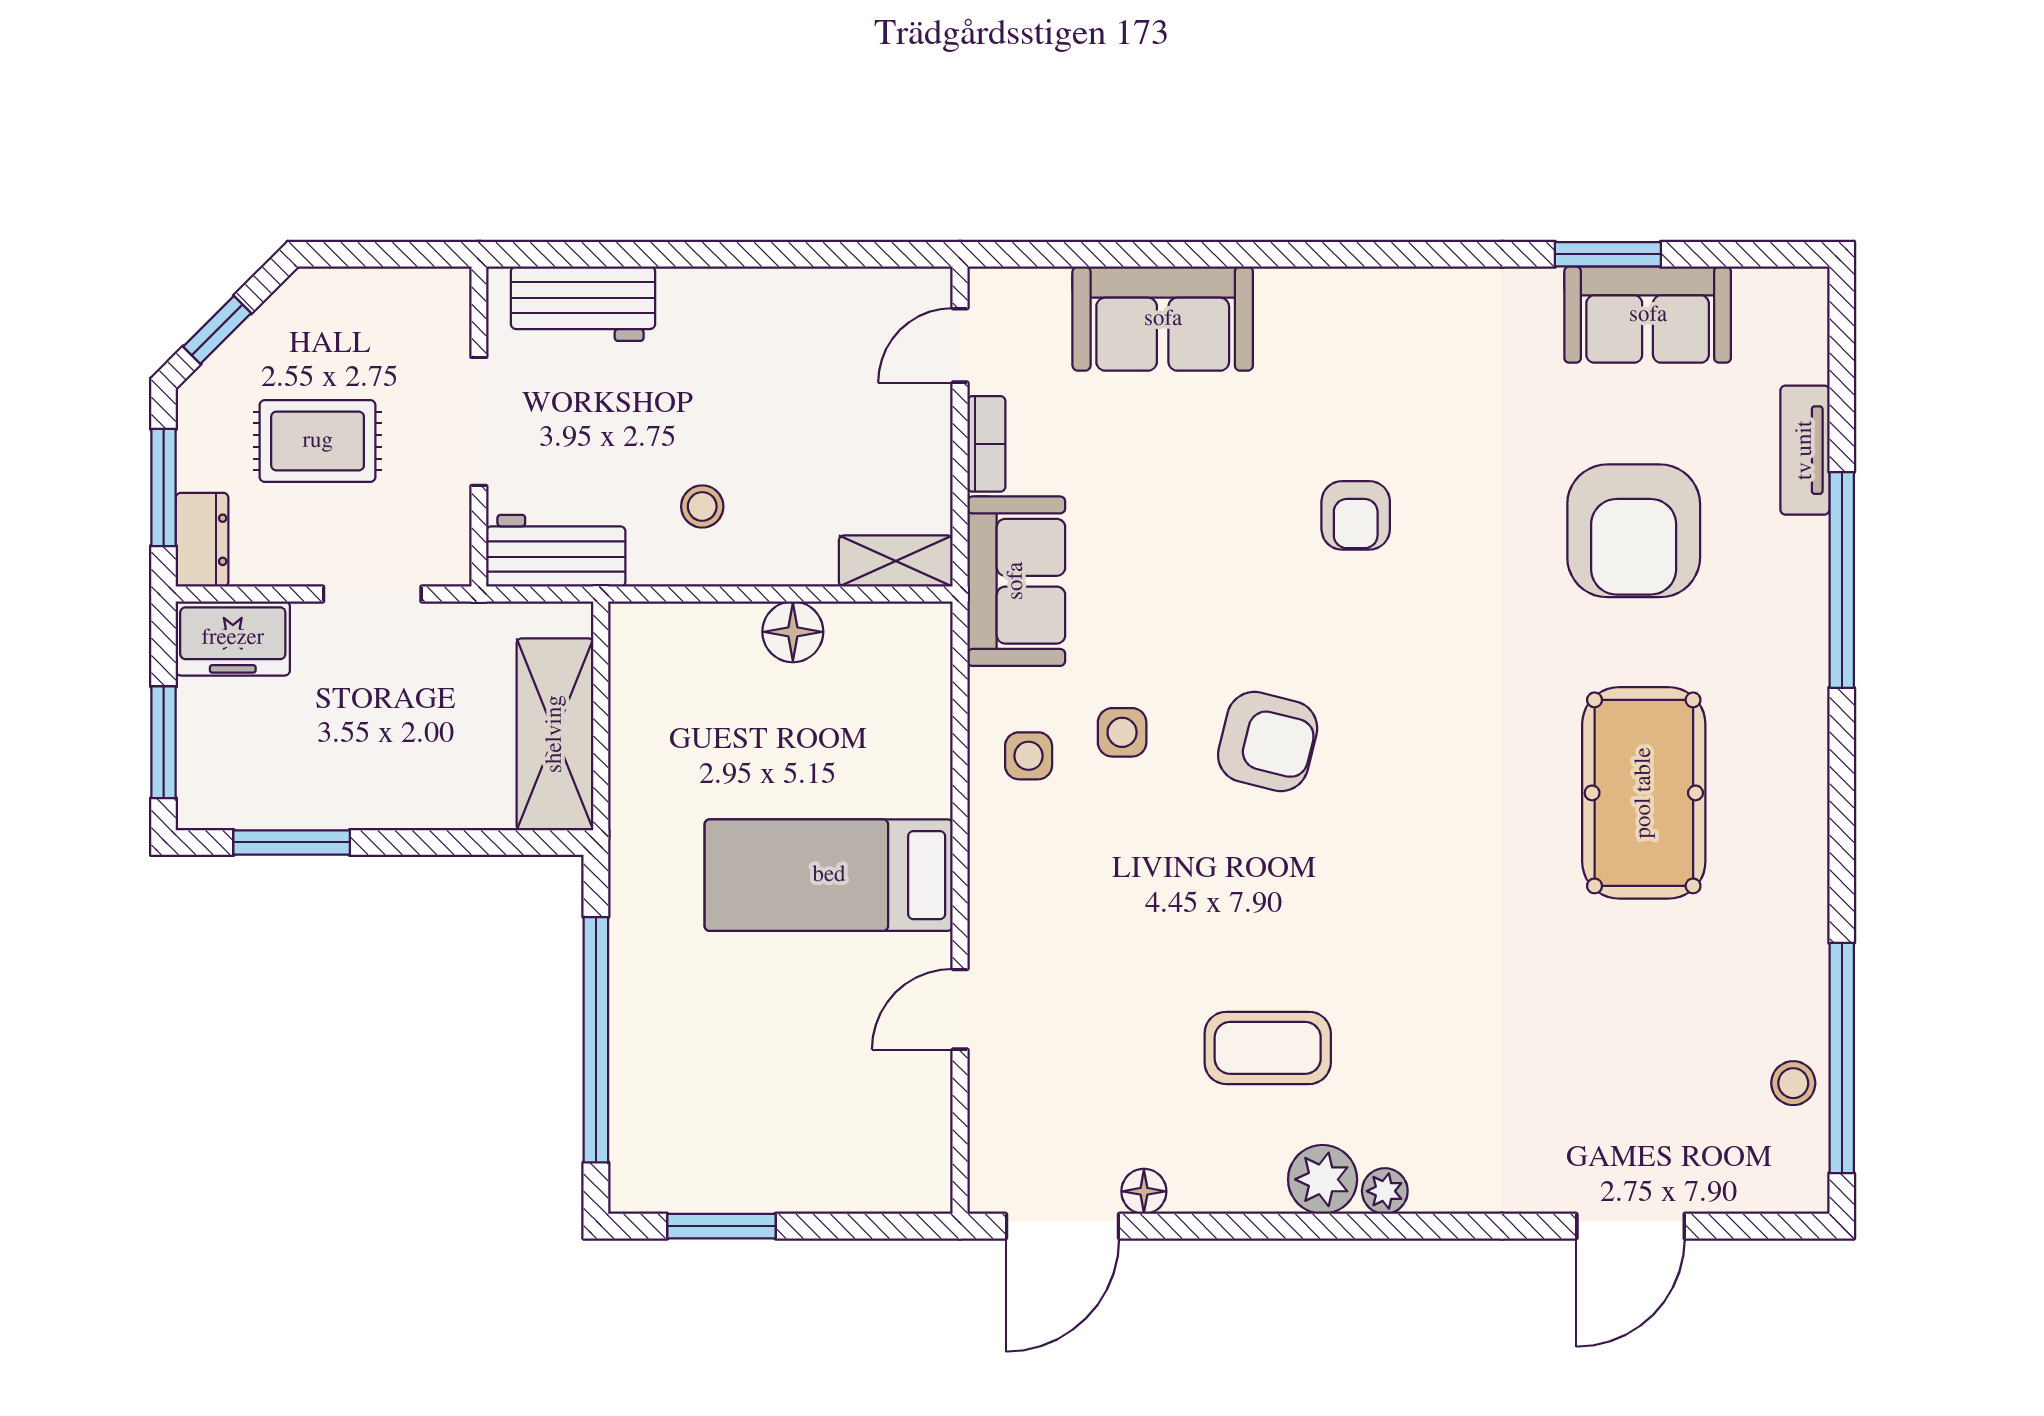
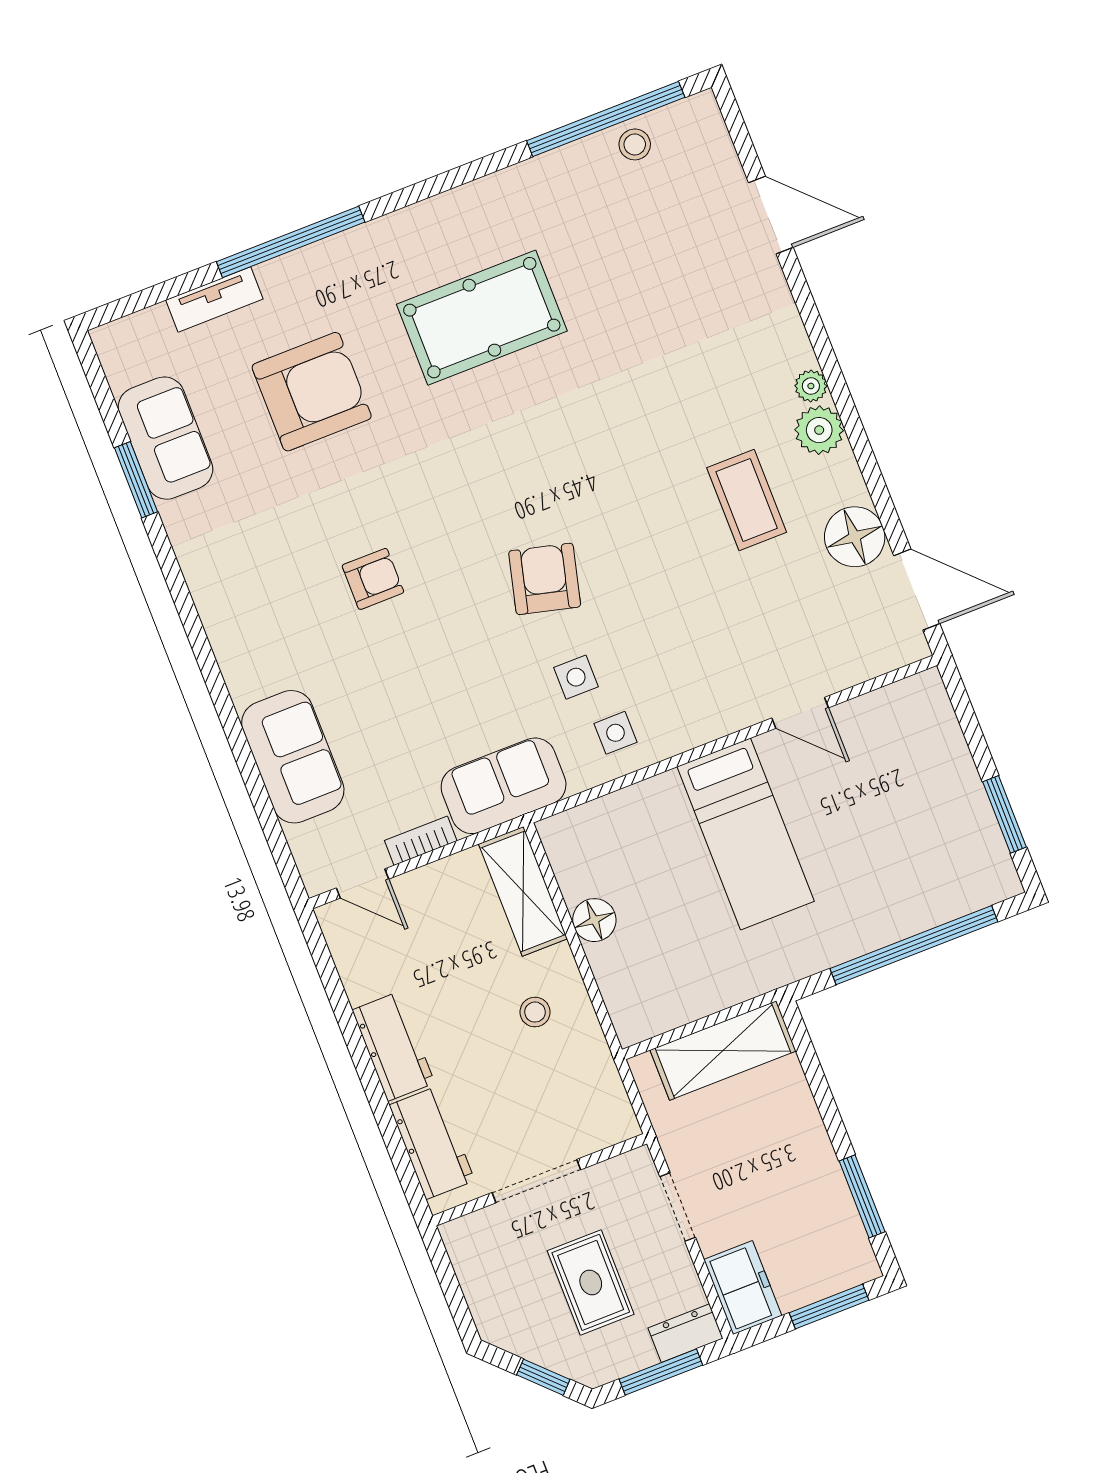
workbench: (556, 551) -> (393, 1046), moved, turned 180
shelving: (896, 561) -> (523, 891), width x1.50, depth x1.33
floor lamp: (1144, 1191) -> (855, 537), width x1.89, depth x1.89

